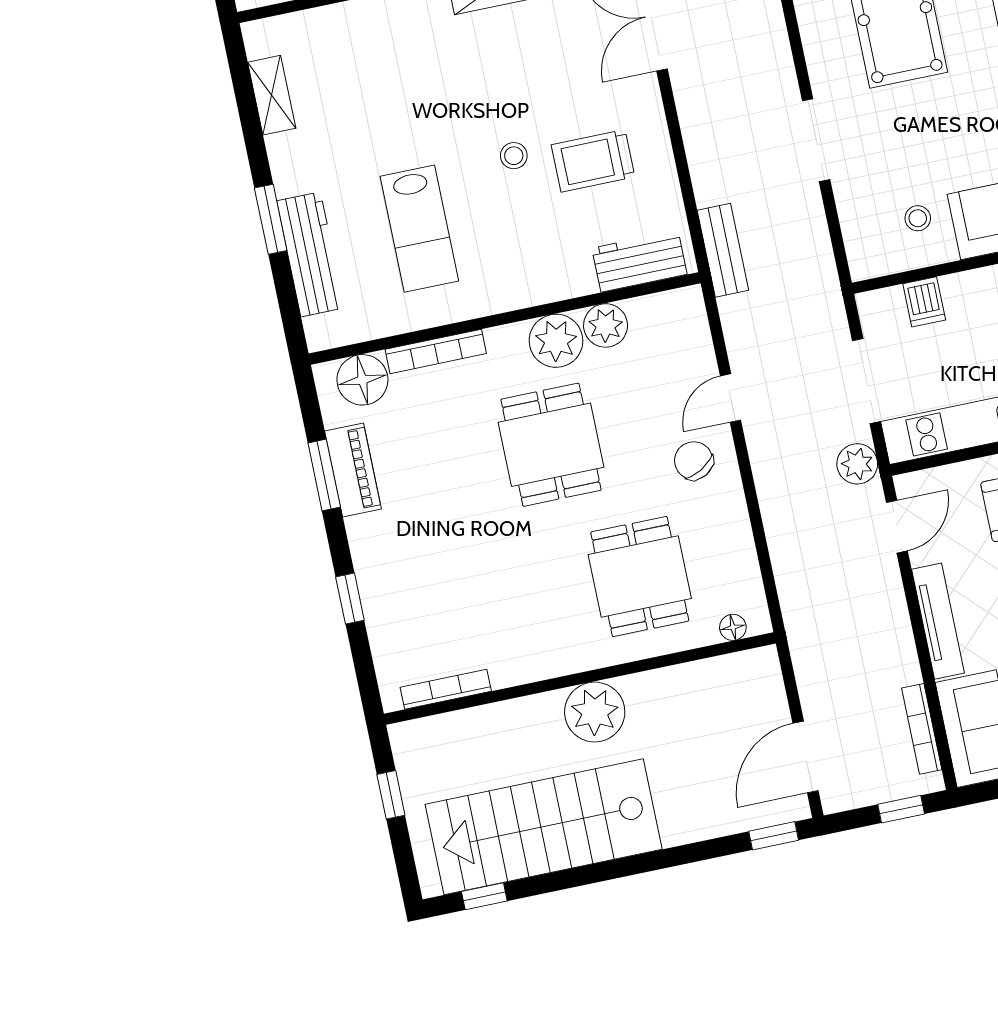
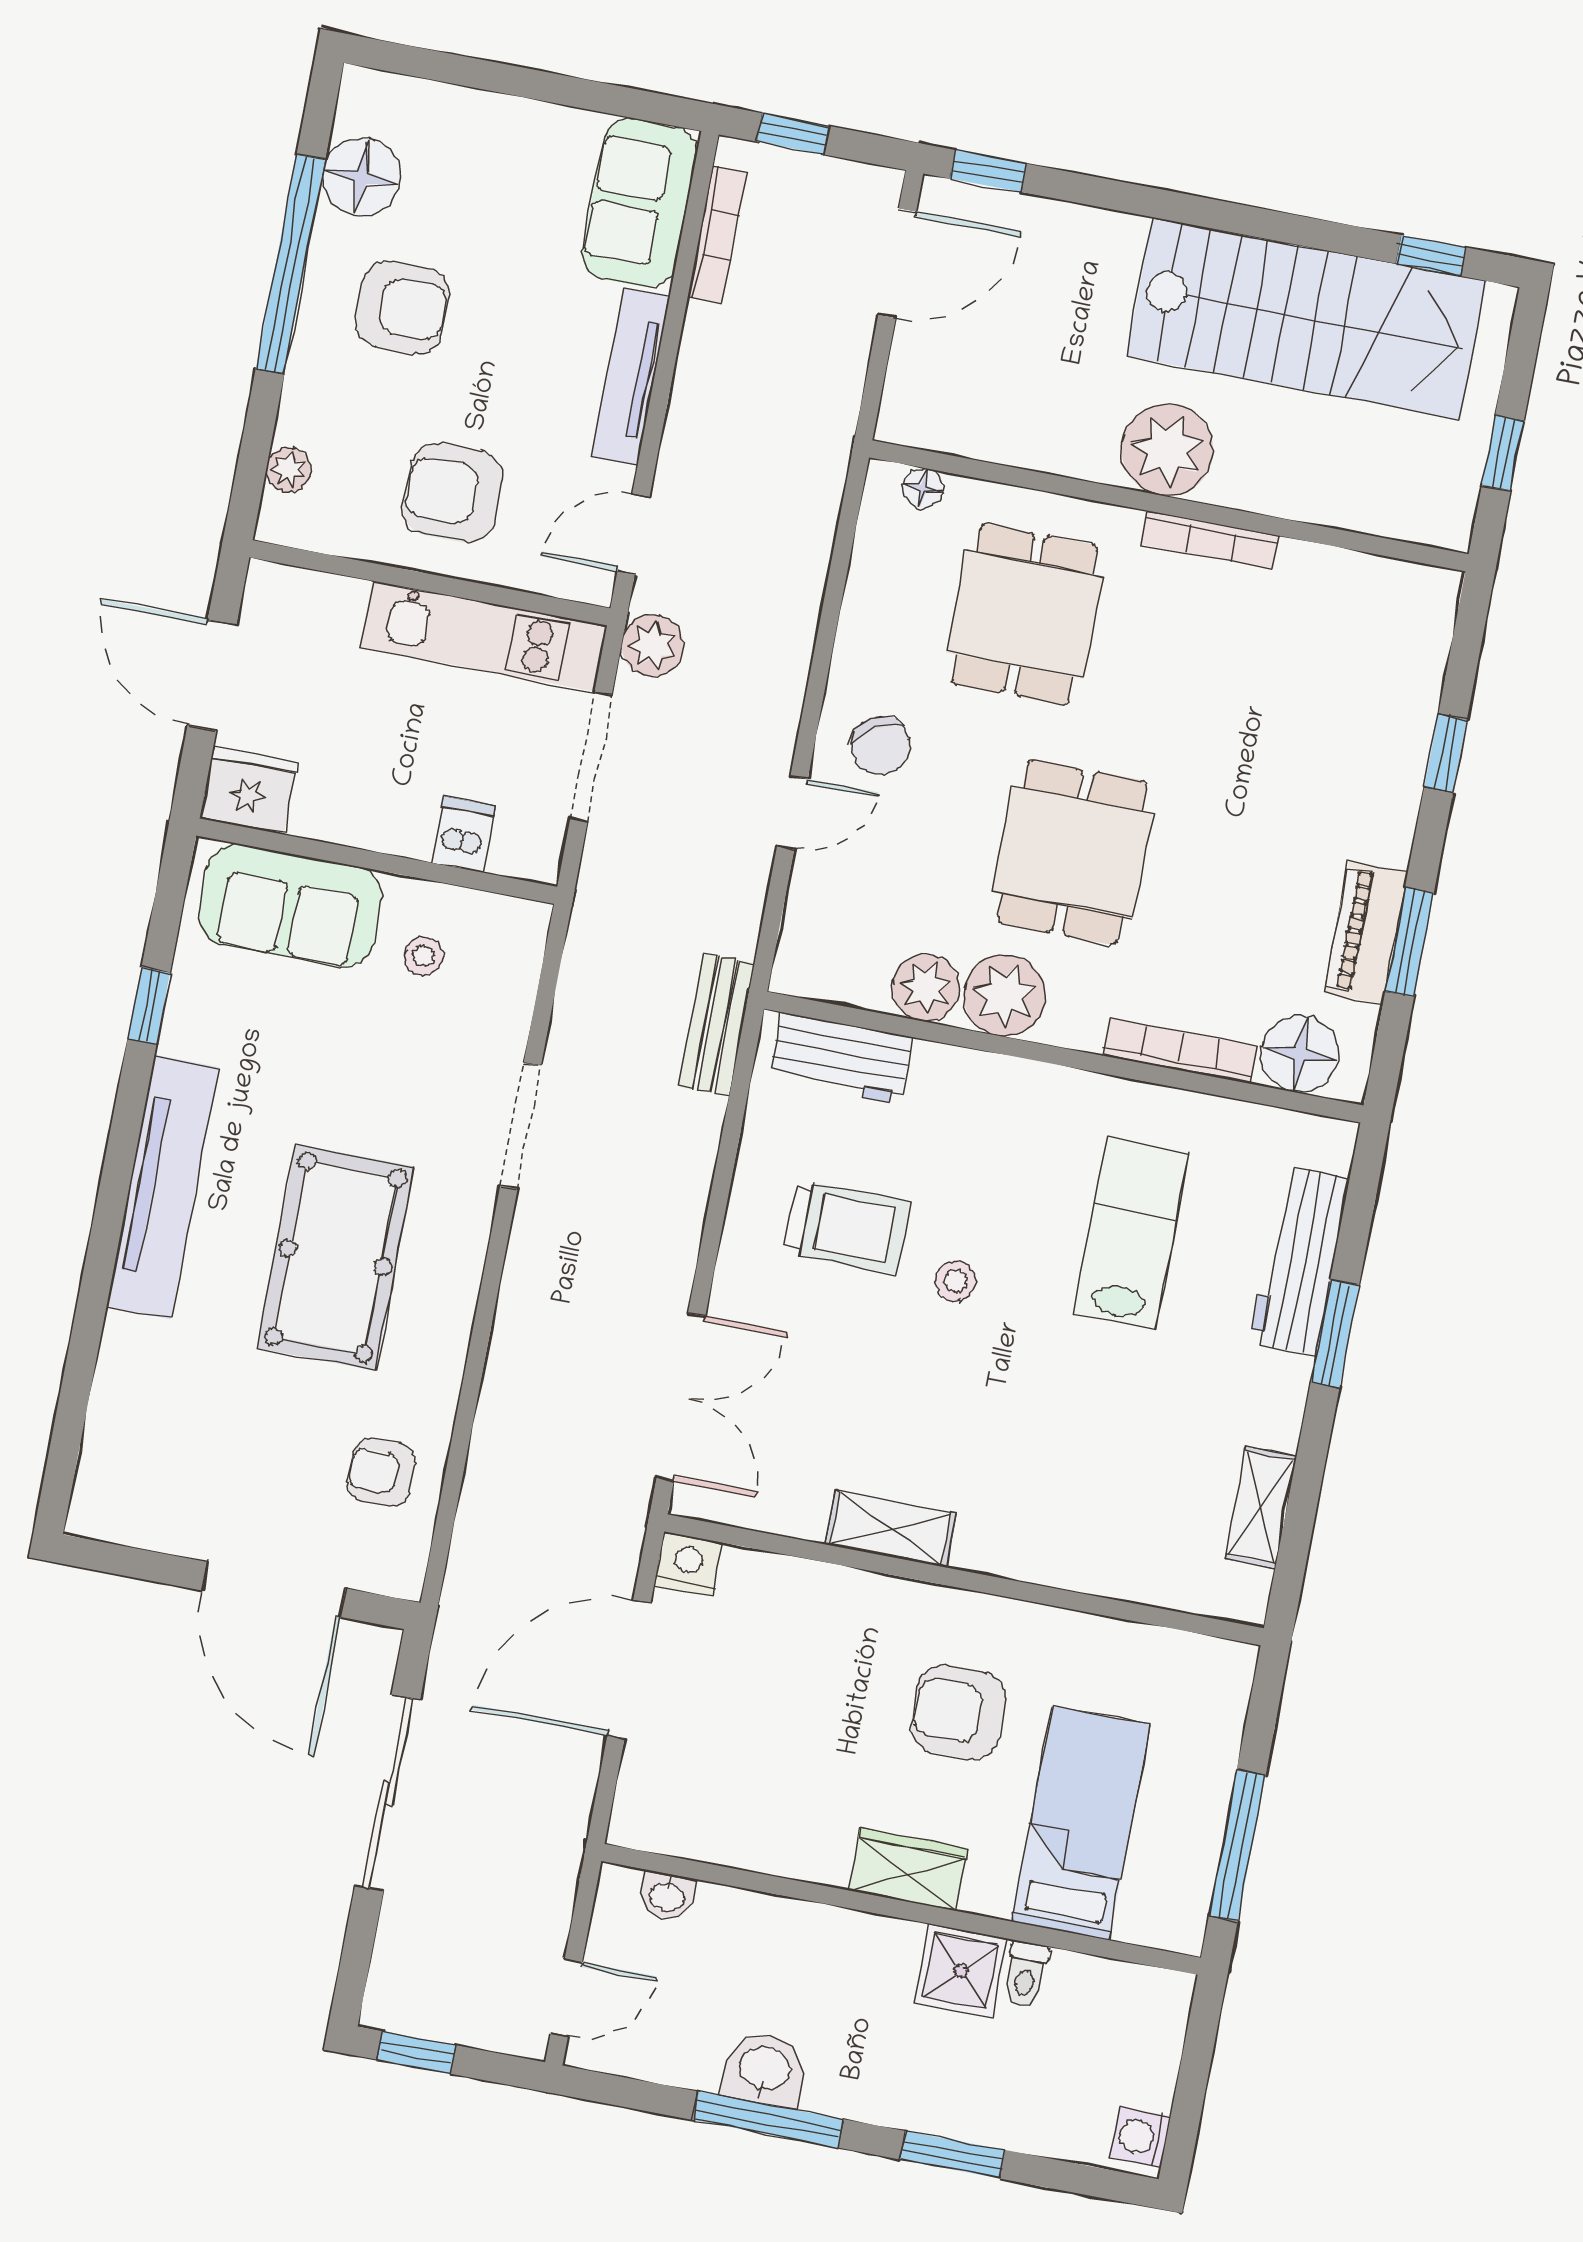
bookcase: (446, 689) -> (1210, 540), moved

